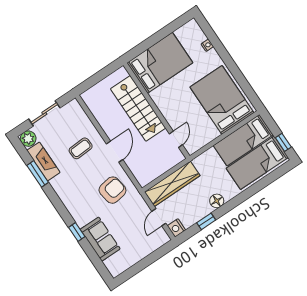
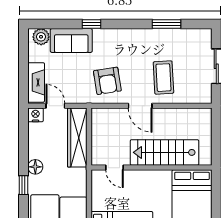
plant: (28, 139) -> (41, 37), moved
coffee table: (81, 148) -> (163, 78), width x1.36, depth x1.30
fireplace: (43, 161) -> (36, 82), moved, turned -90
window: (206, 221) -> (23, 185), moved

